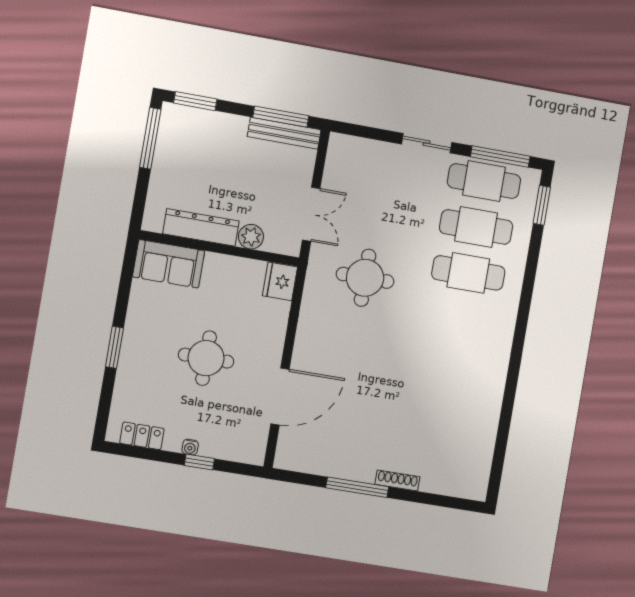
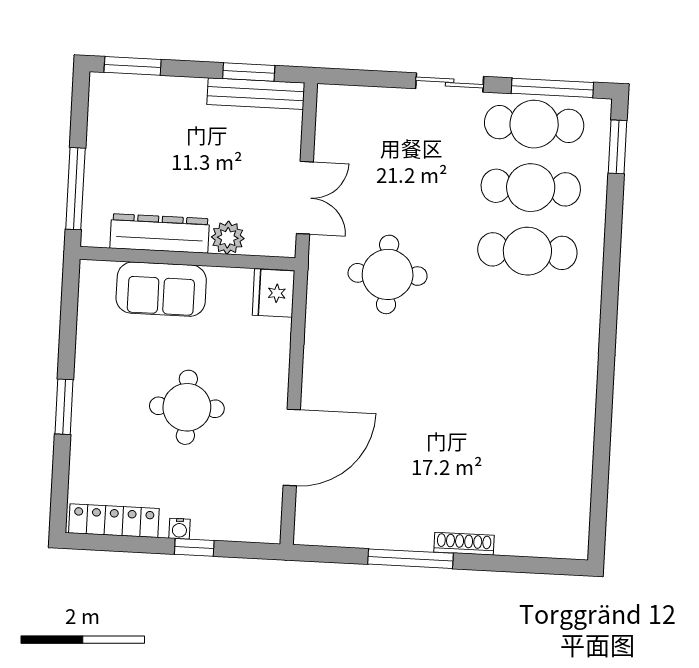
window: (281, 117) -> (249, 72), width x0.69
window: (150, 138) -> (75, 189), moved
sofa: (169, 264) -> (161, 289), moved
locker: (142, 436) -> (114, 521), width x1.53

